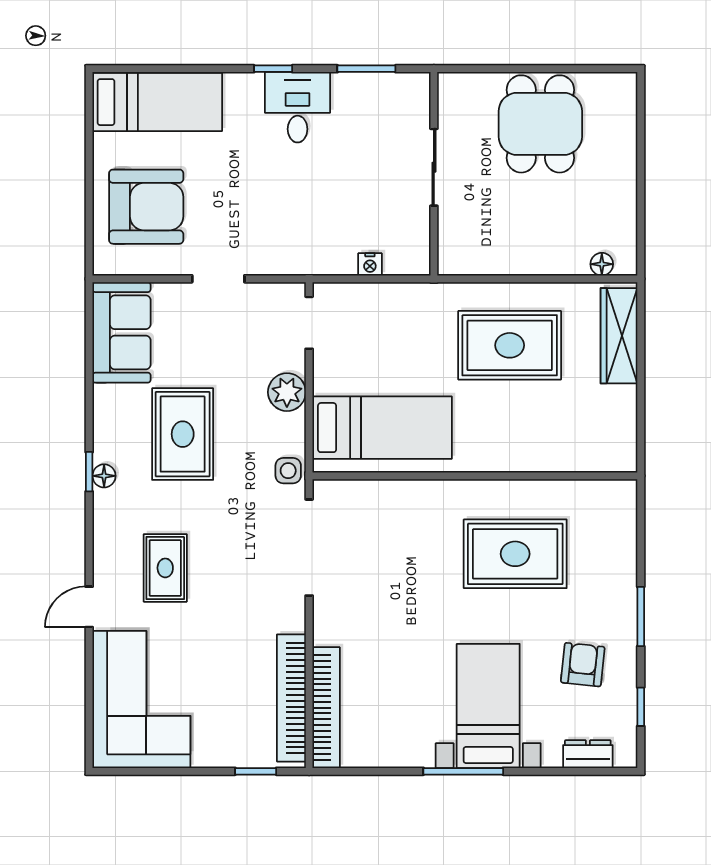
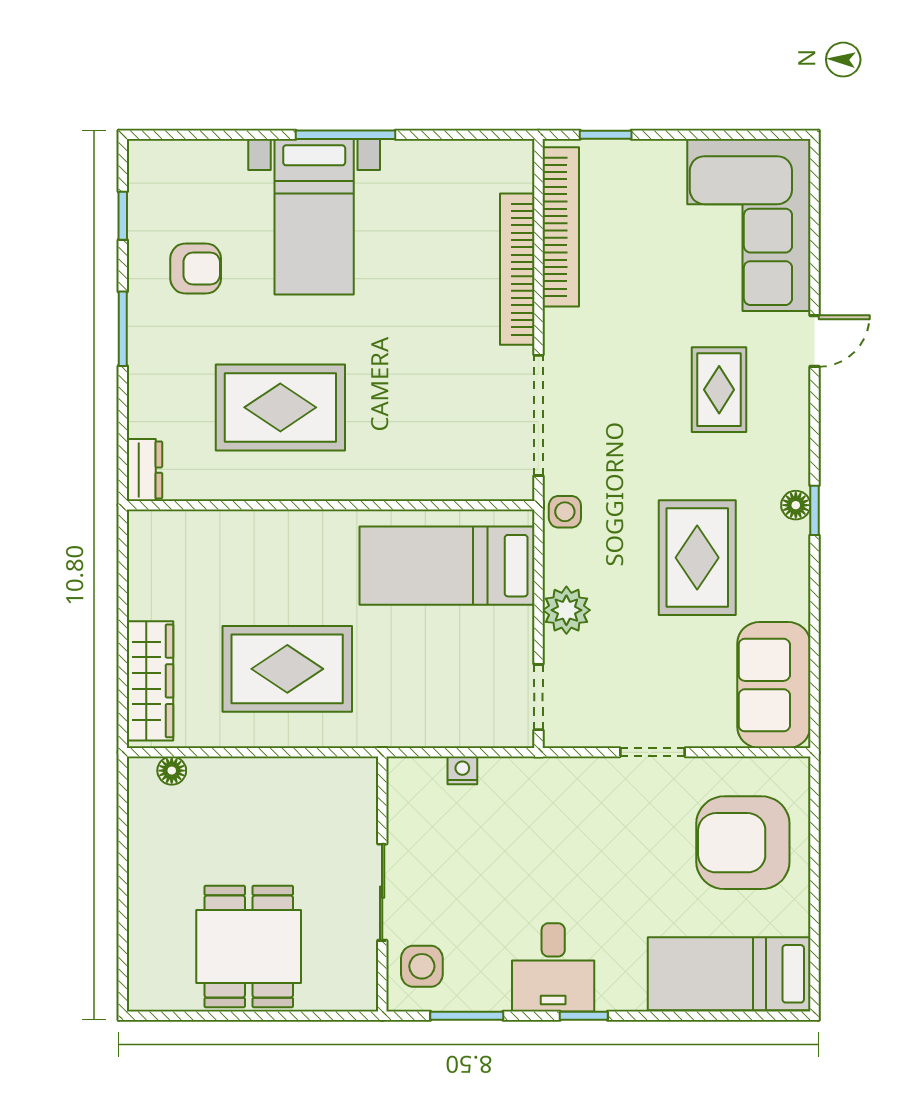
side table: (402, 108) -> (422, 966), added
armchair: (583, 665) -> (196, 268), turned -96
bookcase: (326, 708) -> (517, 269), moved
dresser: (588, 754) -> (144, 470), moved, turned -90

